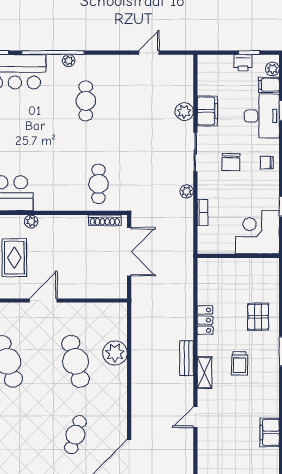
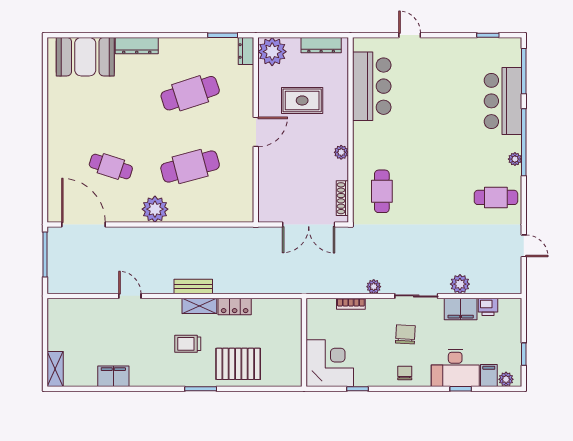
printer: (243, 63) -> (488, 307), moved, turned -90
cafe table: (86, 101) -> (496, 197), moved
chair: (231, 162) -> (405, 334), turned 91
cafe table: (98, 184) -> (382, 191), turned 90
plant: (31, 221) -> (341, 152), moved
door: (43, 300) -> (256, 132), hinge flipped
pallet: (258, 317) -> (238, 364), width x1.50, depth x1.42
plant: (115, 353) -> (155, 209), moved
shelving: (204, 373) -> (199, 306), moved

